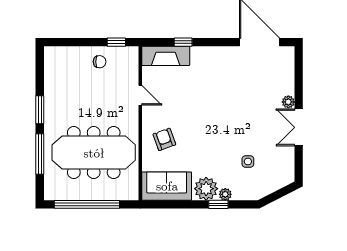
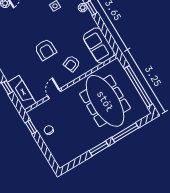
armchair: (201, 117) -> (46, 50), added
plant: (206, 189) -> (86, 21), removed

